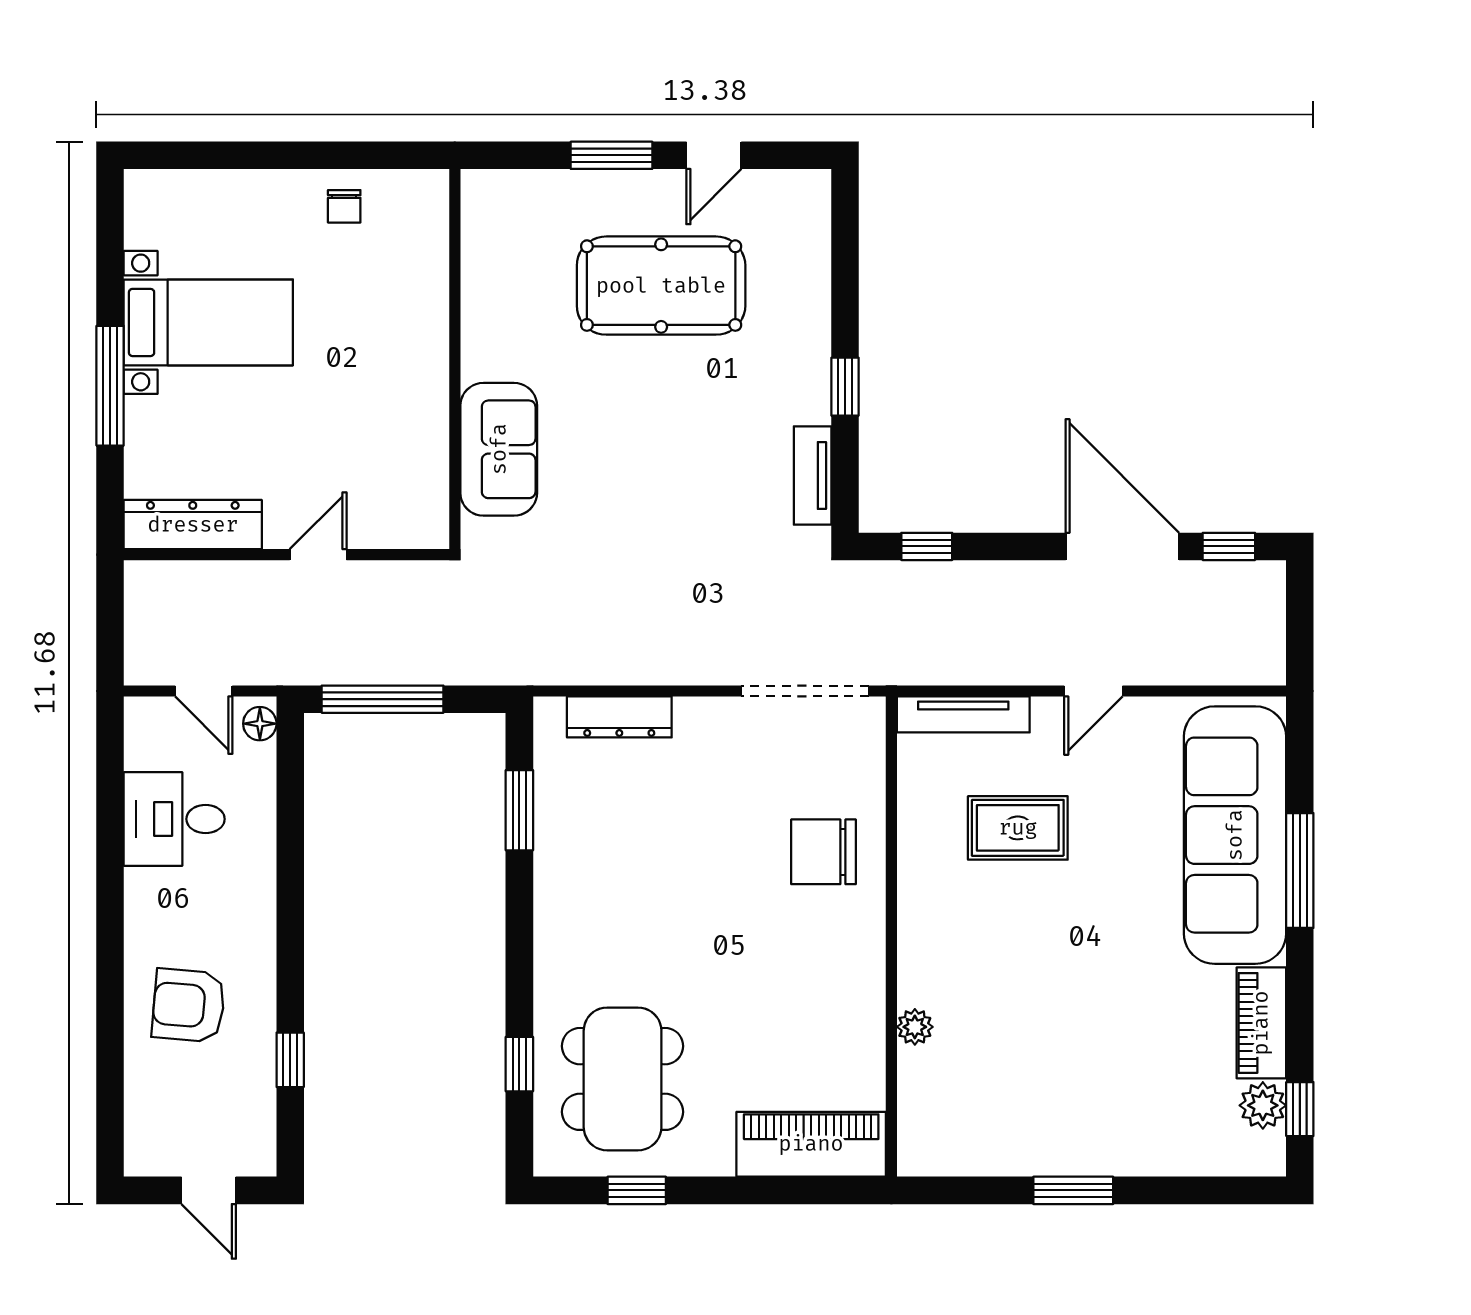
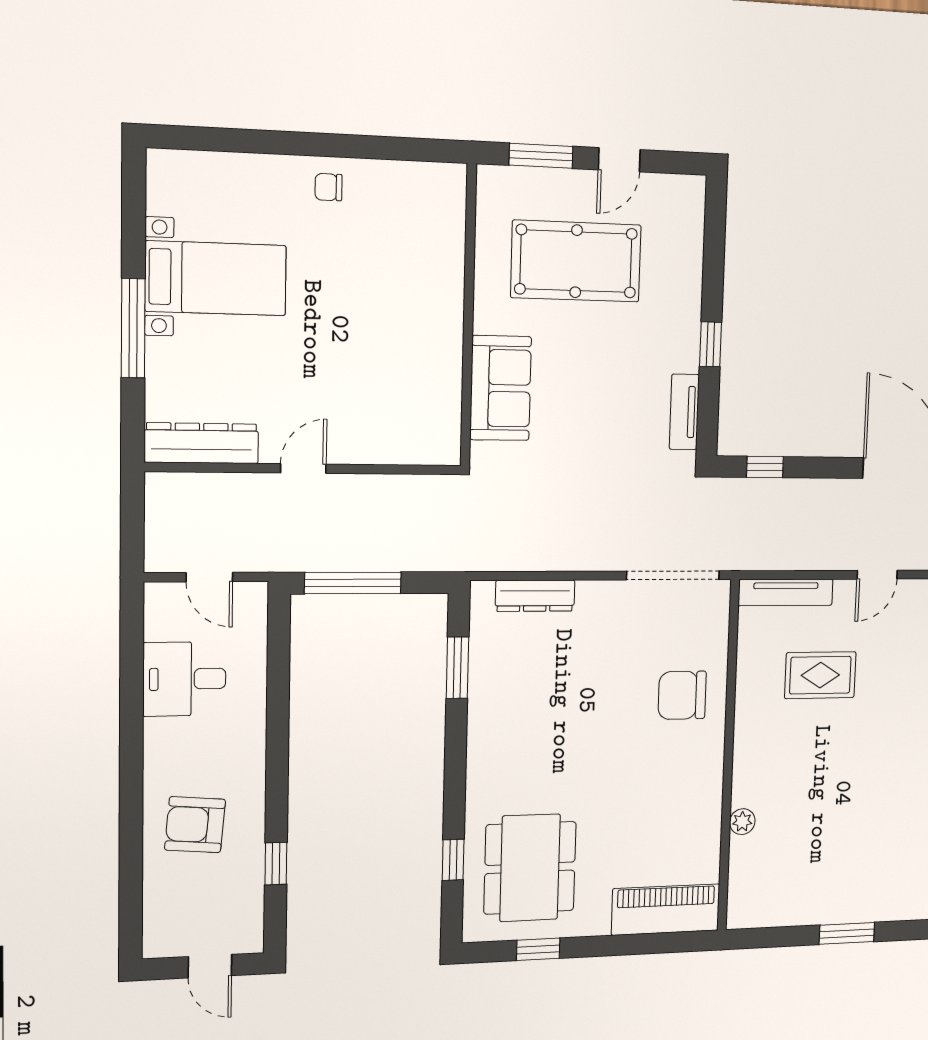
chair: (344, 206) -> (329, 187), turned 90
wall: (455, 359) -> (468, 316), moved
sofa: (499, 449) -> (501, 388), moved
floor lamp: (260, 724) -> (255, 603), removed

